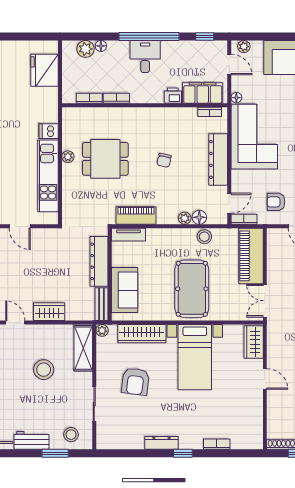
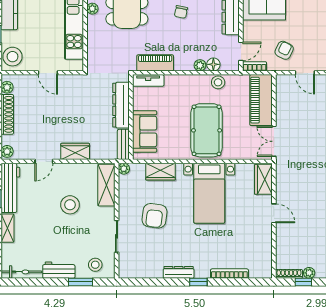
armchair: (276, 202) -> (284, 50), turned 116
door: (15, 323) -> (44, 161), swing flipped
wardrobe: (142, 334) -> (160, 172), width x0.67
bookcase: (217, 444) -> (229, 274), width x1.56

